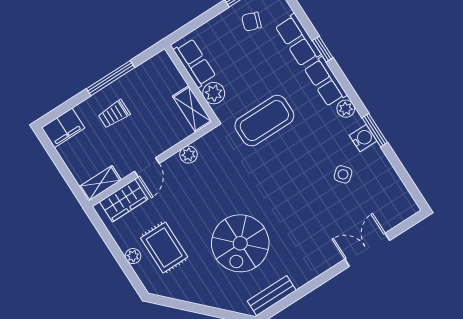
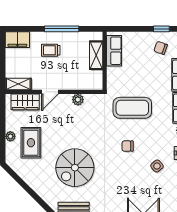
plant: (214, 93) -> (114, 74), removed
shelving: (192, 109) -> (96, 55), moved
chair: (290, 173) -> (128, 146), added

